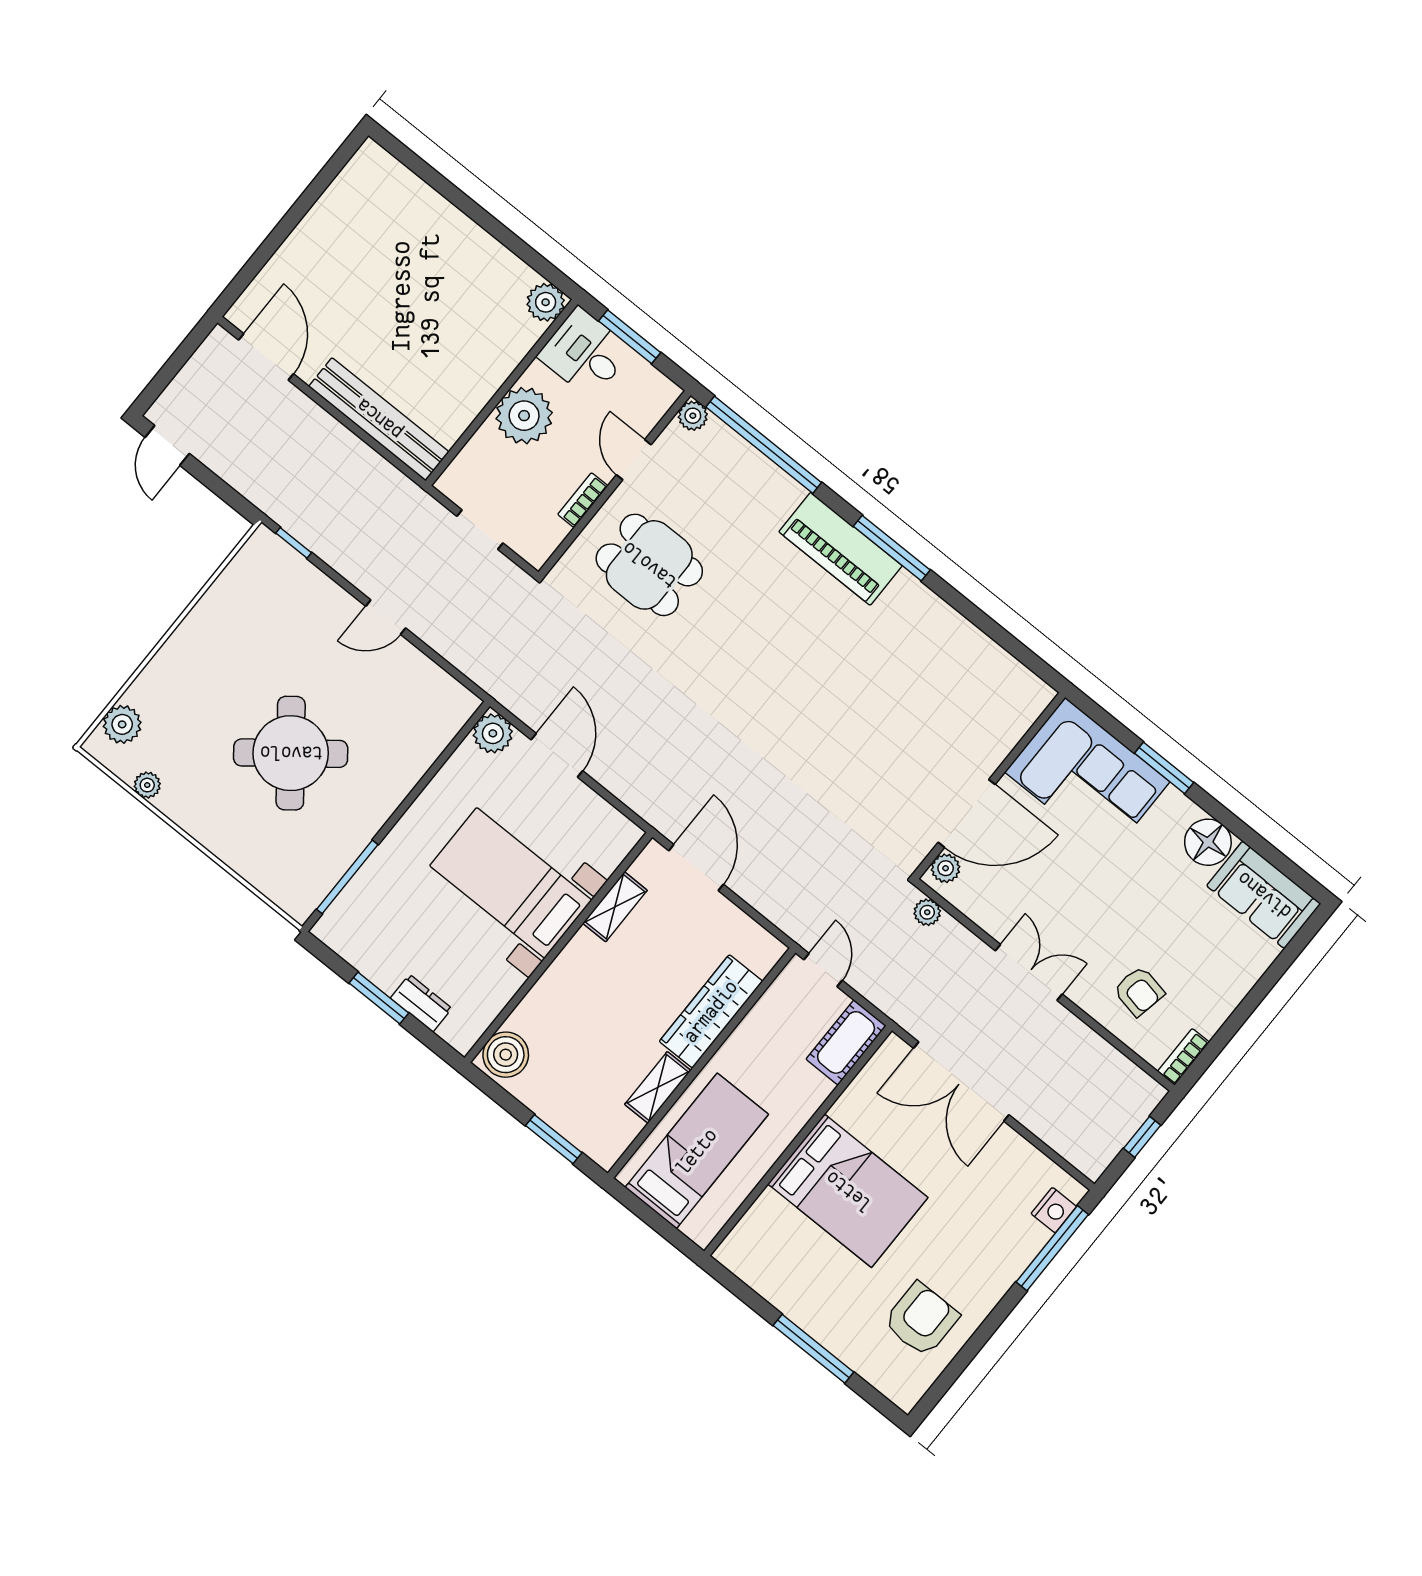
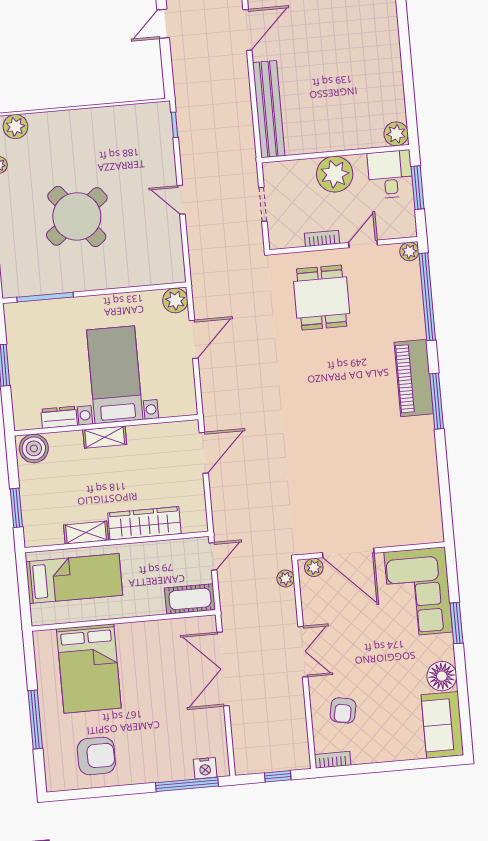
shelving: (615, 907) -> (105, 437), moved
dresser: (421, 1003) -> (59, 417), moved, turned -90
bed: (848, 1191) -> (89, 668), moved

